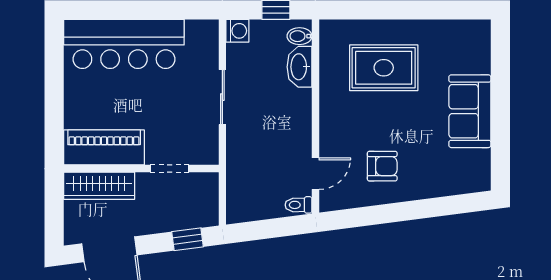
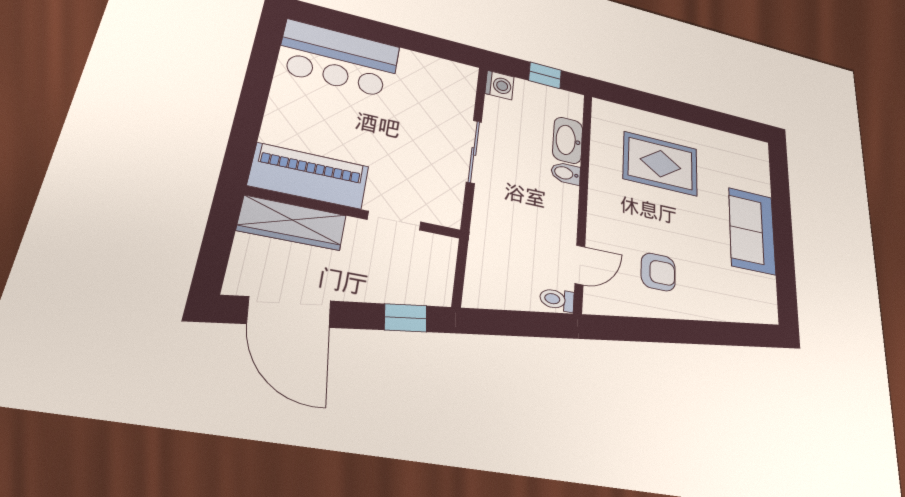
bidet: (299, 36) -> (566, 173), moved
bar counter: (124, 44) -> (339, 59), width x0.73

